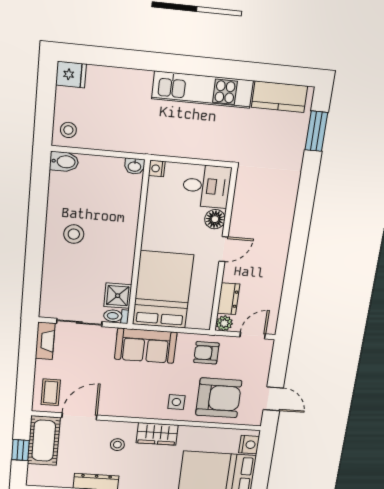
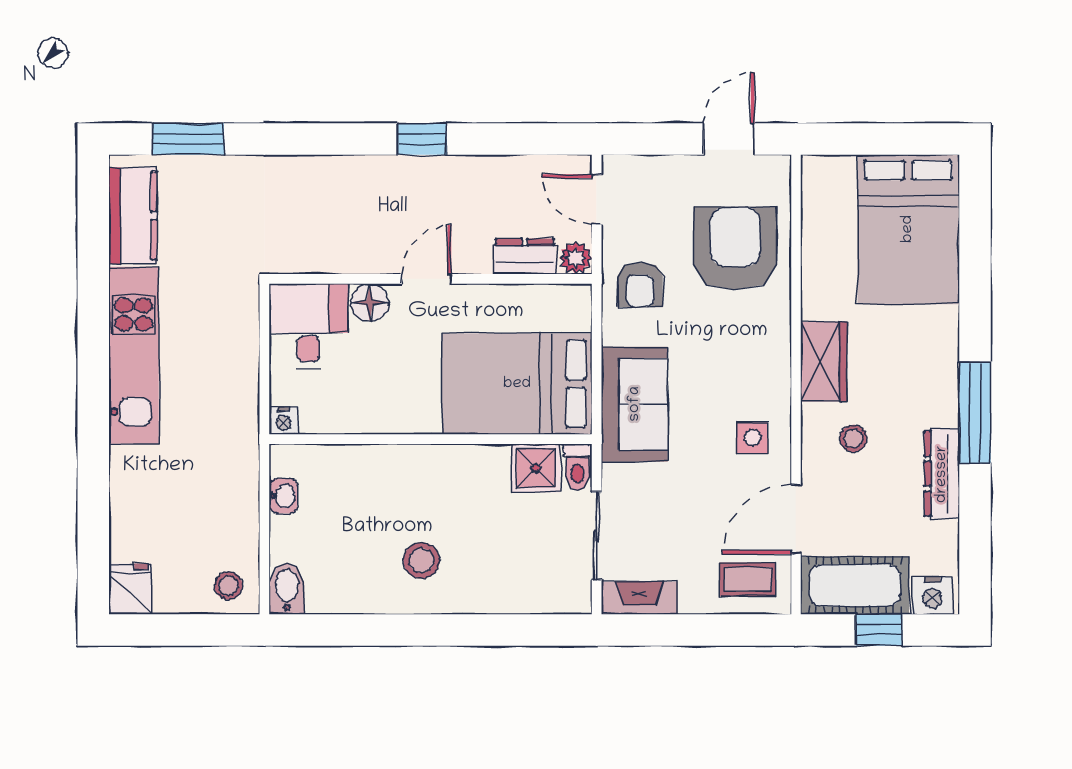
washbasin: (135, 166) -> (283, 496), moved
door: (224, 249) -> (426, 279), hinge flipped
window: (297, 253) -> (422, 139), added
side table: (176, 402) -> (752, 438), moved
door: (79, 416) -> (796, 519), hinge flipped
nightstand: (249, 445) -> (932, 596), moved, turned 180

